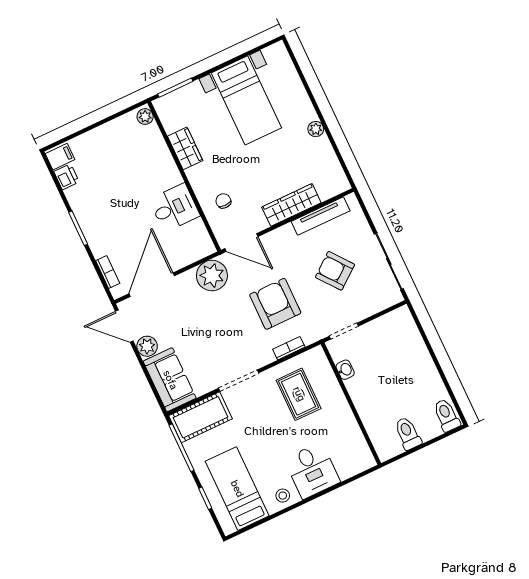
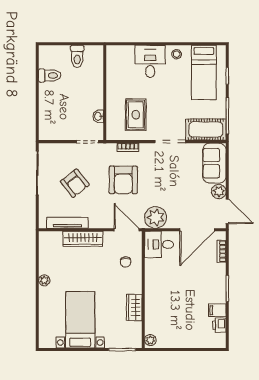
filing cabinet: (60, 157) -> (217, 310), moved
desk: (174, 208) -> (159, 244), moved
toilet: (446, 415) -> (50, 76), moved, turned -90

